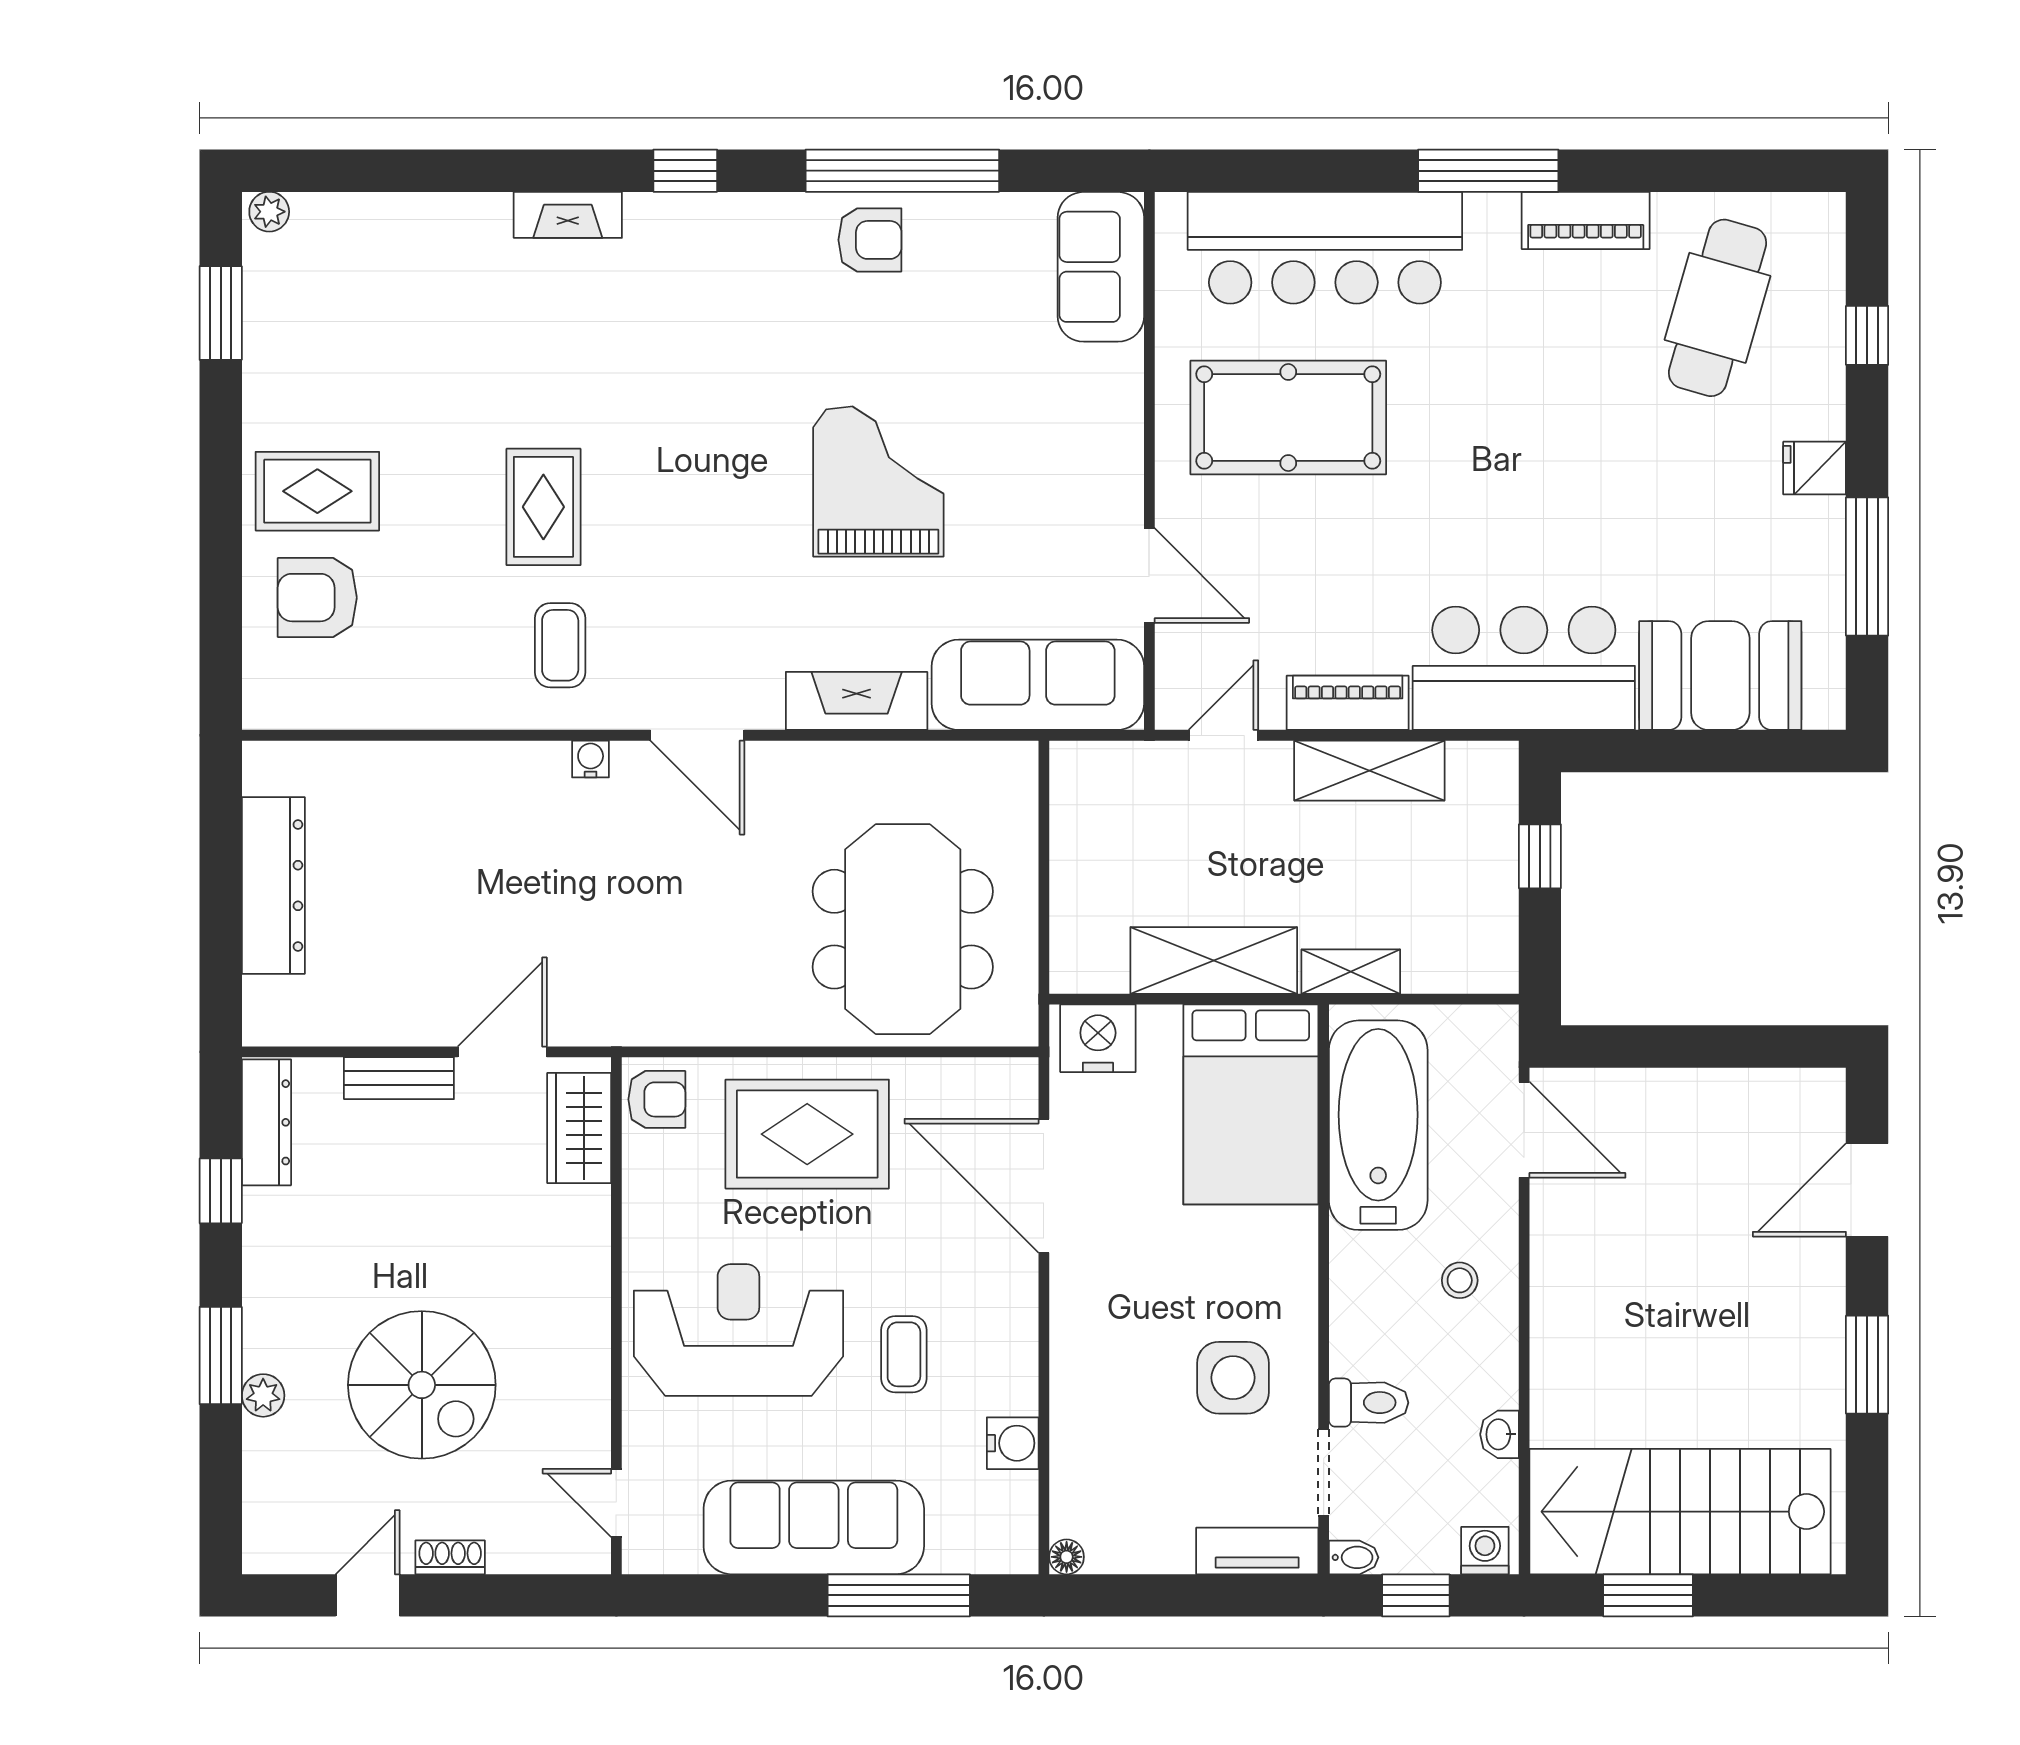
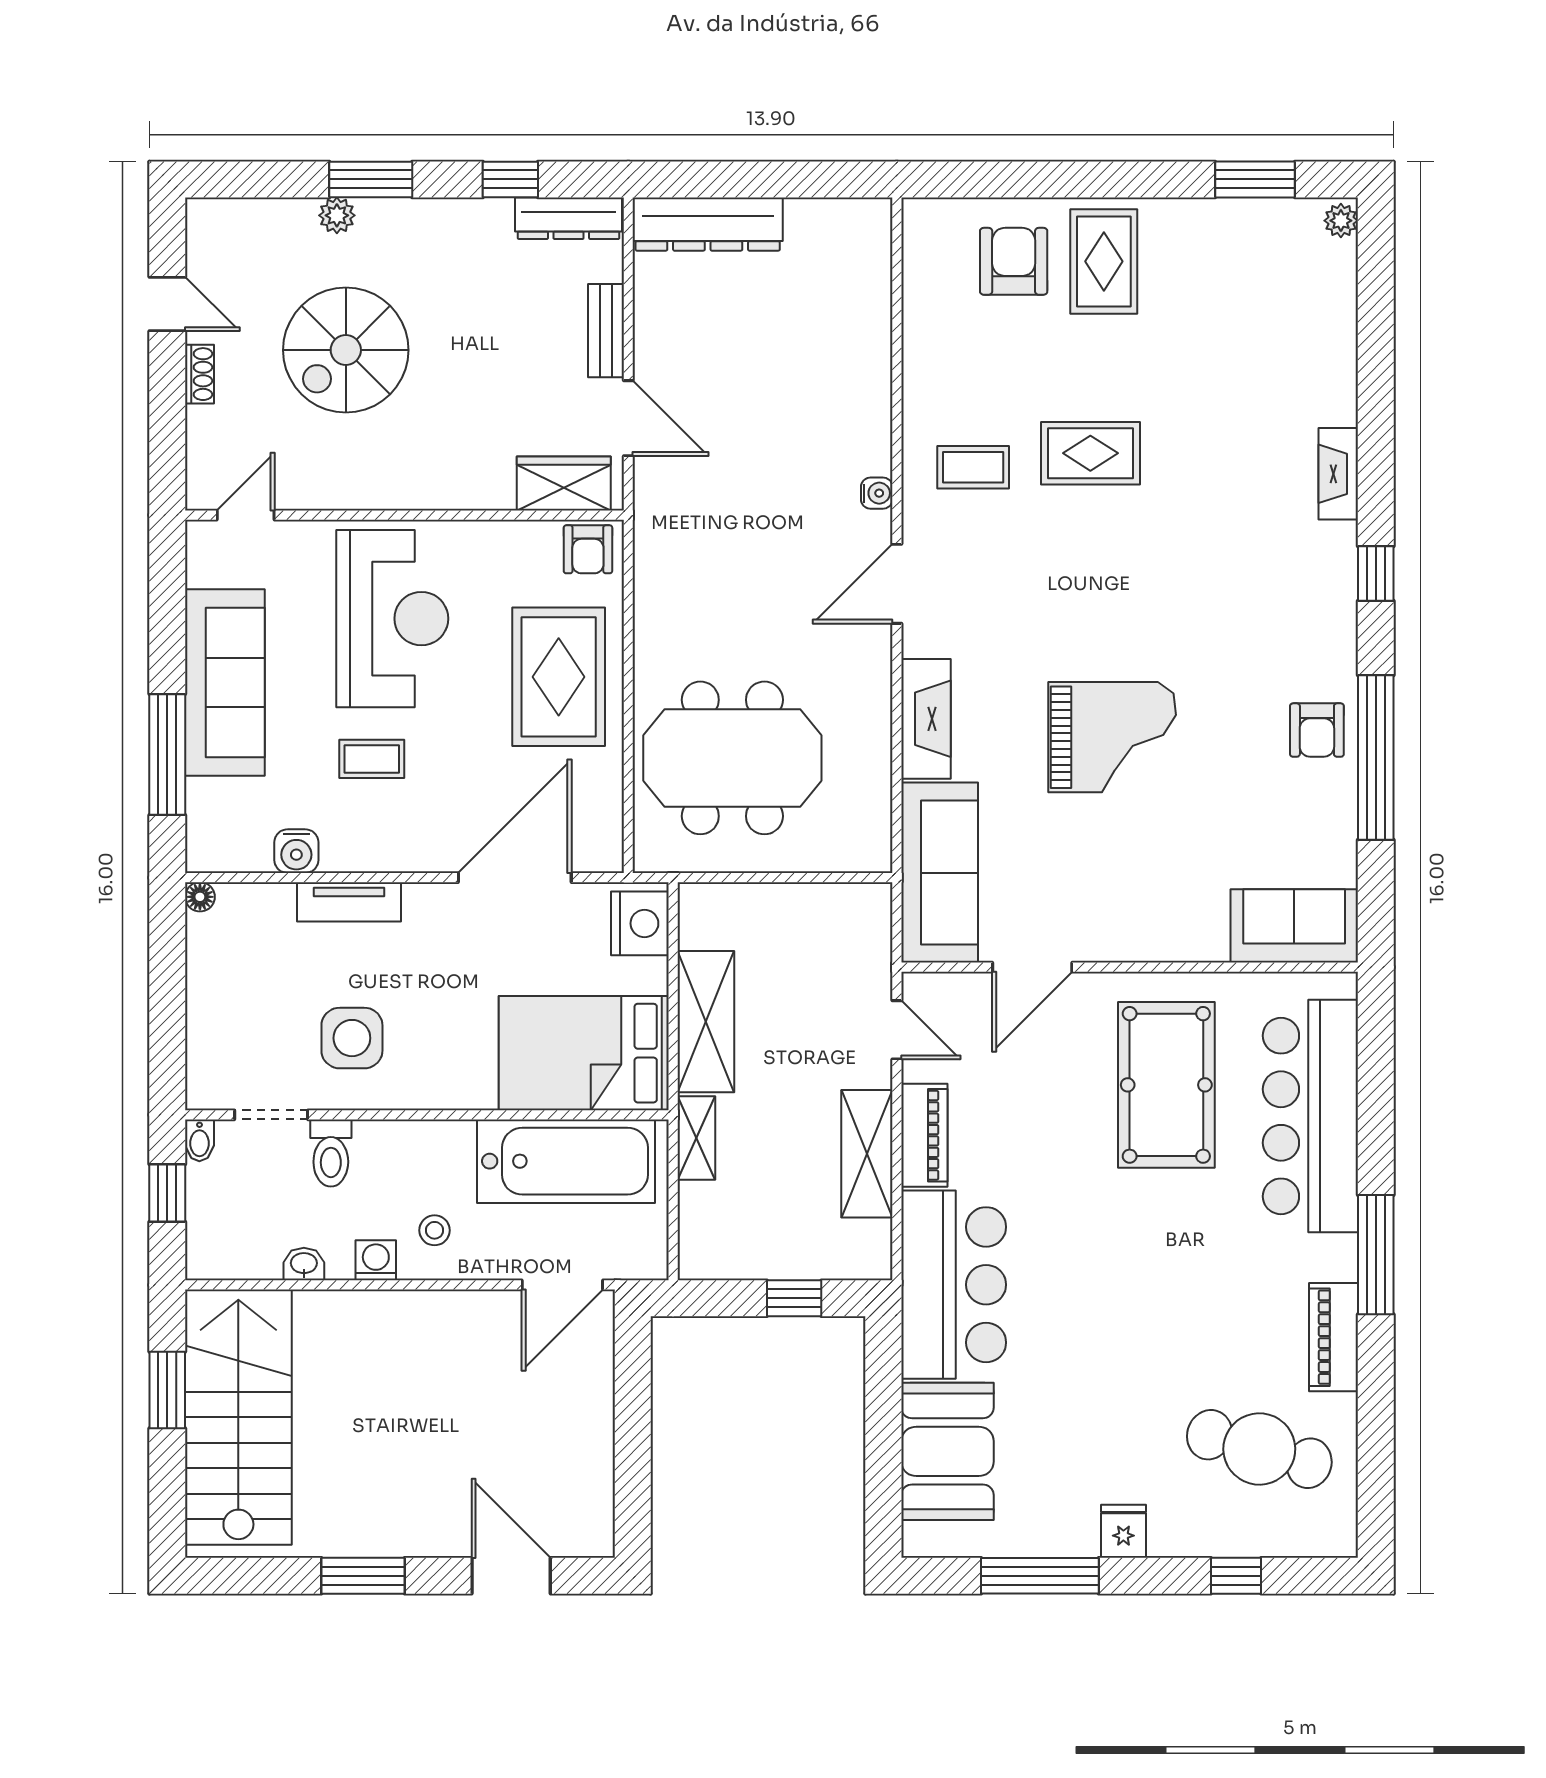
dresser: (273, 886) -> (708, 224), moved
tv unit: (1257, 1551) -> (349, 902), moved, turned 90
washing machine: (1485, 1551) -> (376, 1260), moved, turned -90

